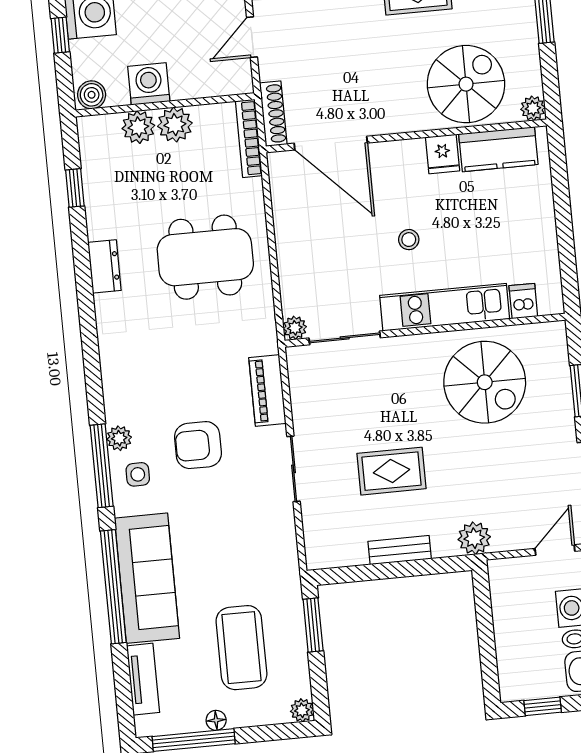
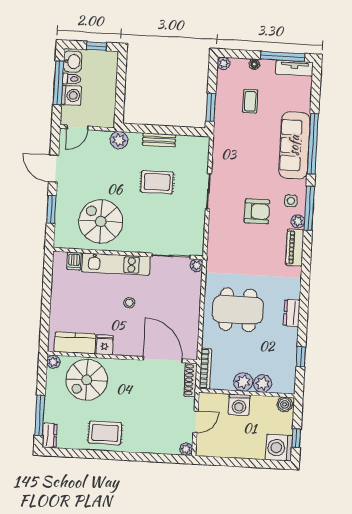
washing machine: (149, 84) -> (239, 405), moved
piano: (267, 390) -> (295, 248), moved, turned 180
coffee table: (241, 648) -> (250, 101), width x0.54, depth x0.58
tv unit: (143, 679) -> (294, 68), moved, turned -90
floor lamp: (216, 720) -> (254, 64), moved

